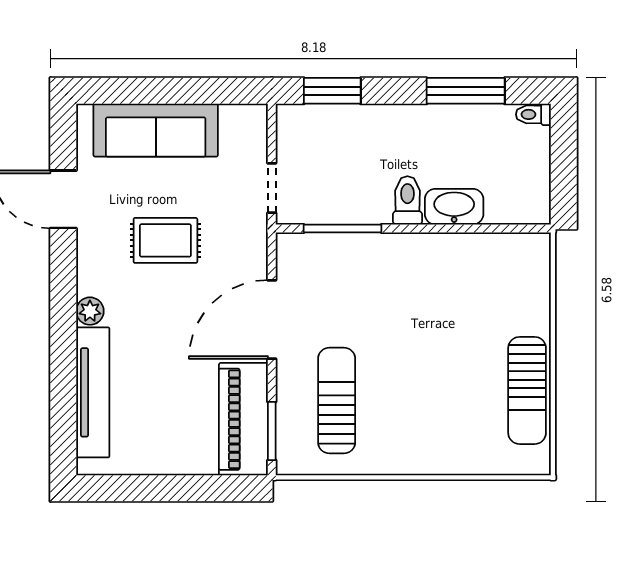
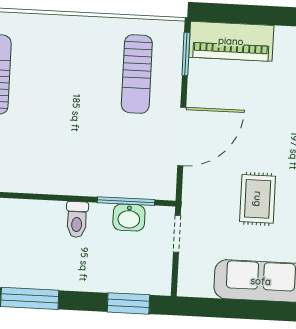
washbasin: (454, 207) -> (129, 217), moved, width x0.72
rug: (165, 240) -> (258, 199), turned 90
piano: (243, 419) -> (231, 41), moved, turned 90

